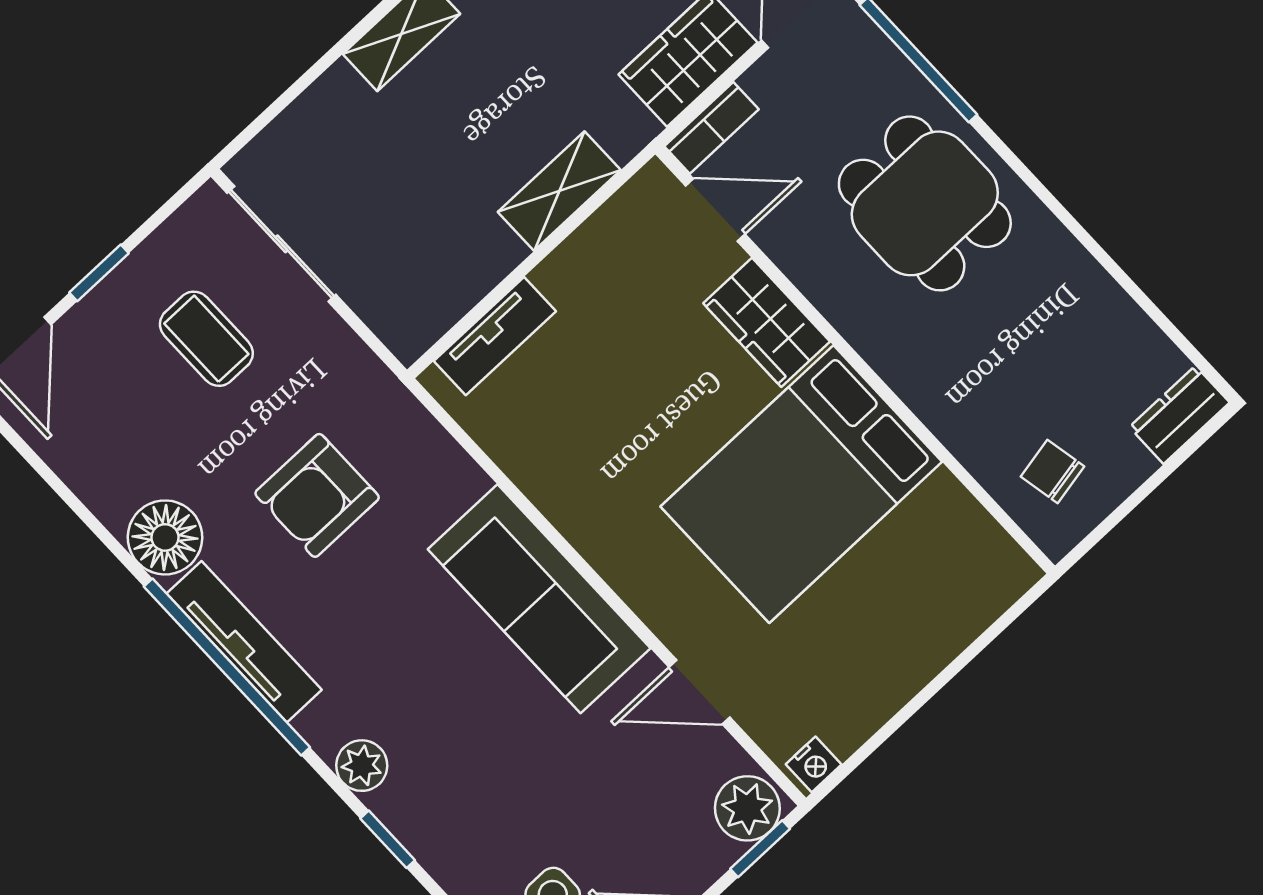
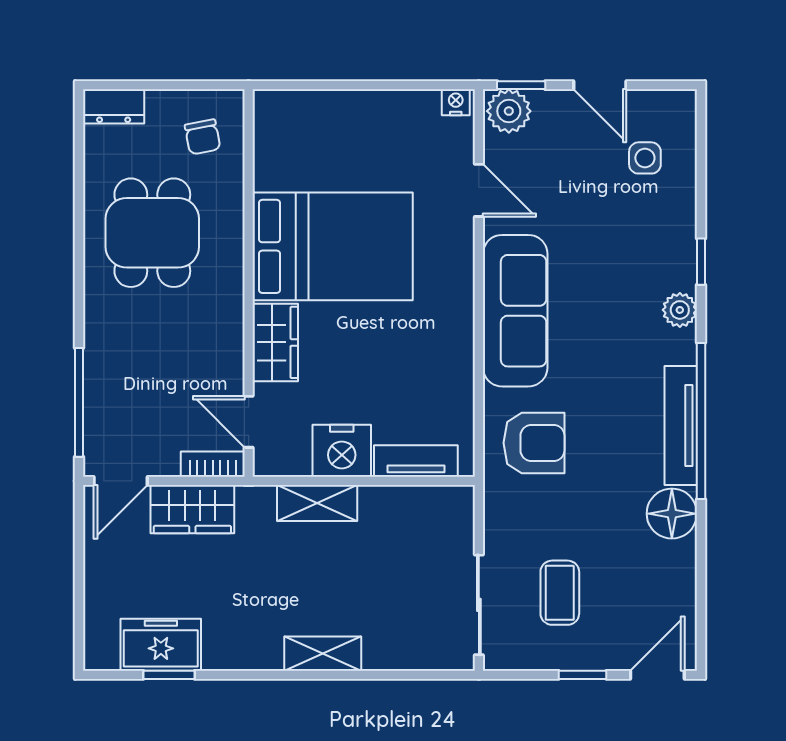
dining table: (925, 203) -> (152, 233), moved
nightstand: (585, 272) -> (342, 451), added
armchair: (317, 495) -> (534, 443), moved

